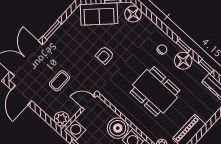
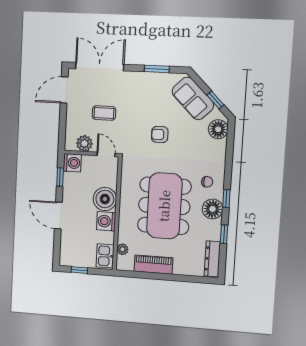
window: (52, 30) -> (157, 69), moved
dining table: (155, 91) -> (164, 206), width x1.36, depth x1.24
plant: (62, 119) -> (84, 143), moved

